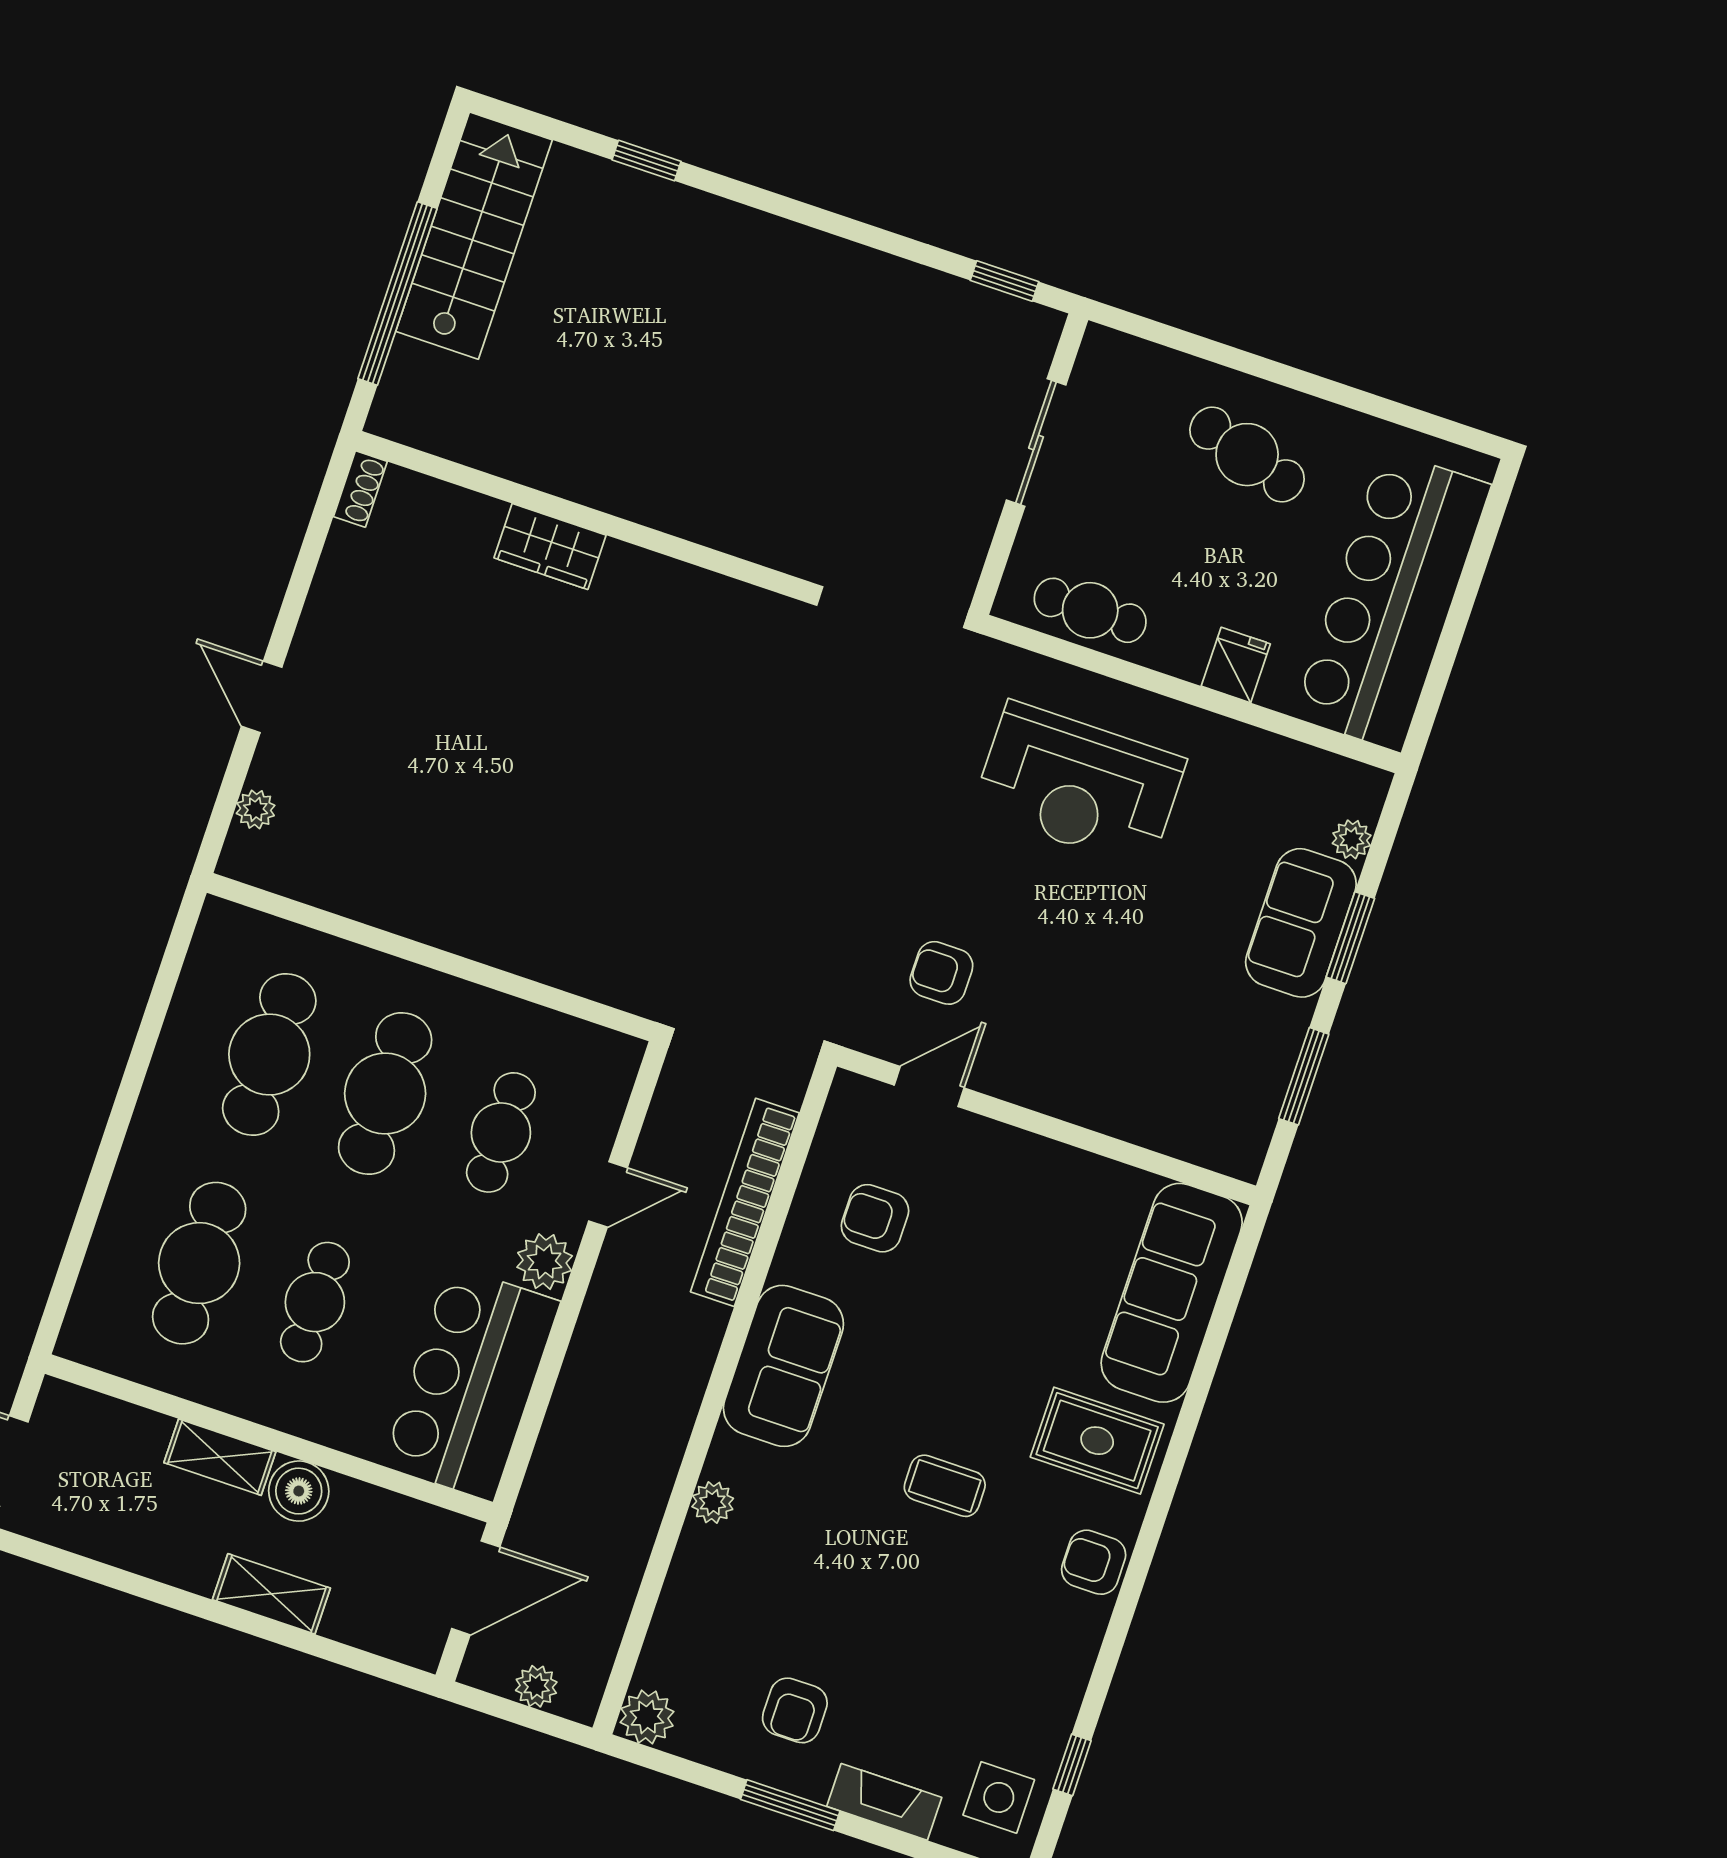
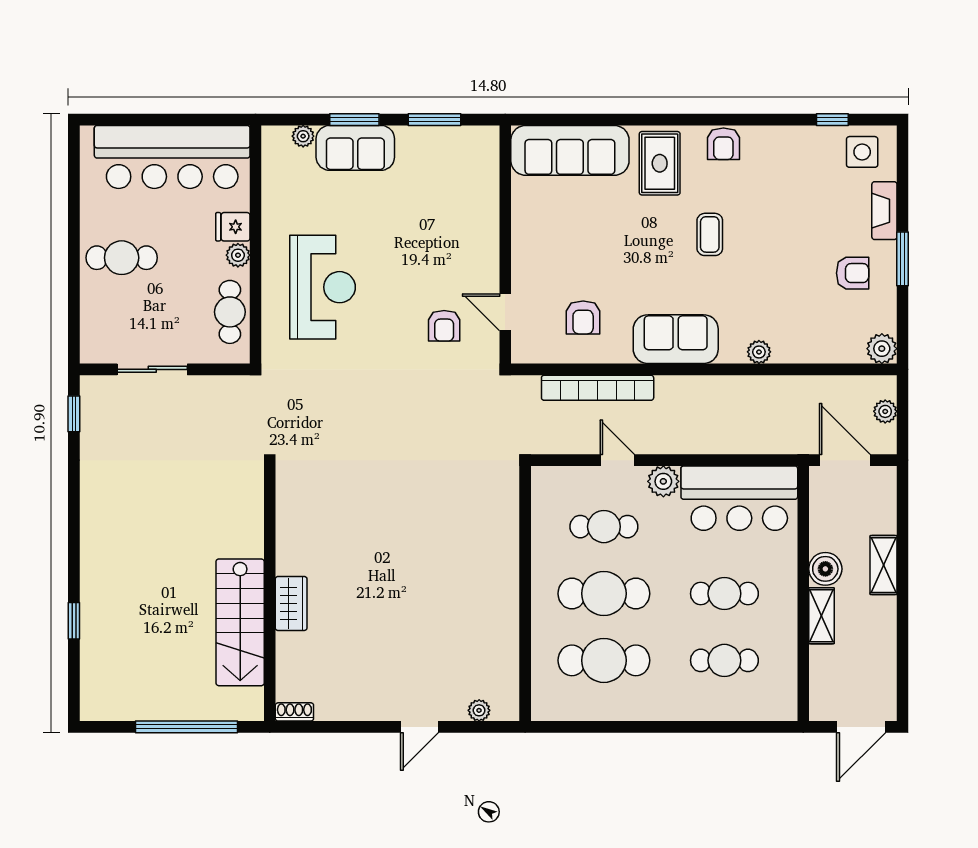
stairs: (474, 236) -> (240, 622), moved, turned -90
cafe table: (1247, 455) -> (122, 258), turned 73
plant: (1184, 657) -> (238, 255), added
cafe table: (199, 1263) -> (724, 660), width x0.73, depth x0.74

